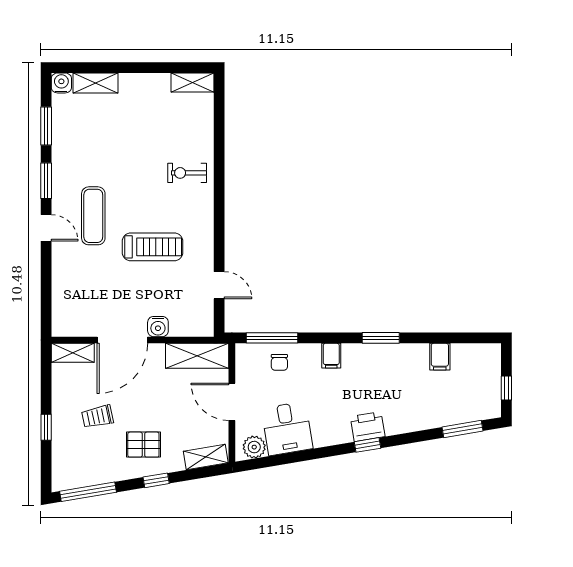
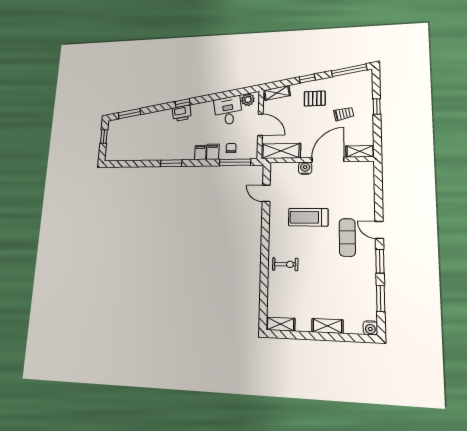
shelving: (95, 83) -> (327, 326), moved
filing cabinet: (440, 357) -> (213, 152), moved

